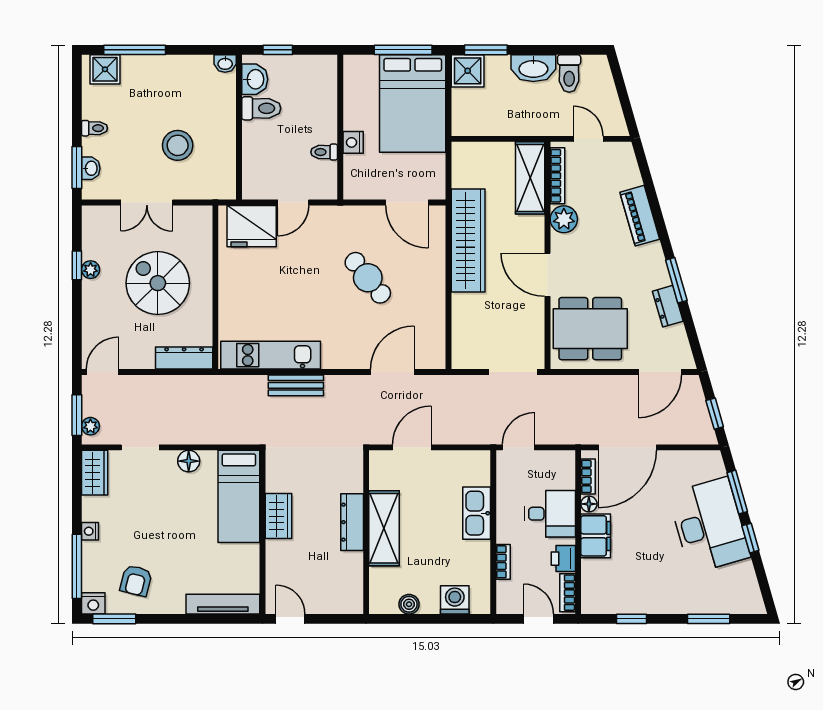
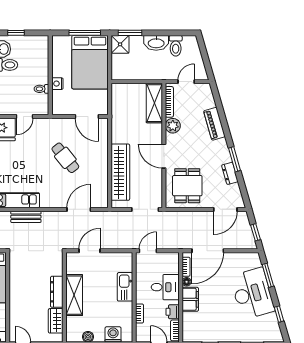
door: (588, 139) -> (186, 82), hinge flipped
wardrobe: (468, 241) -> (120, 172), moved
dining table: (590, 329) -> (187, 186), width x0.73
wardrobe: (278, 516) -> (56, 321), moved, turned 180
window: (750, 538) -> (279, 314), moved

